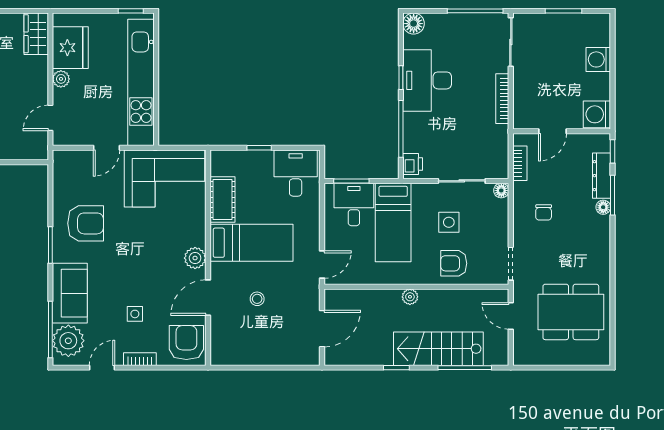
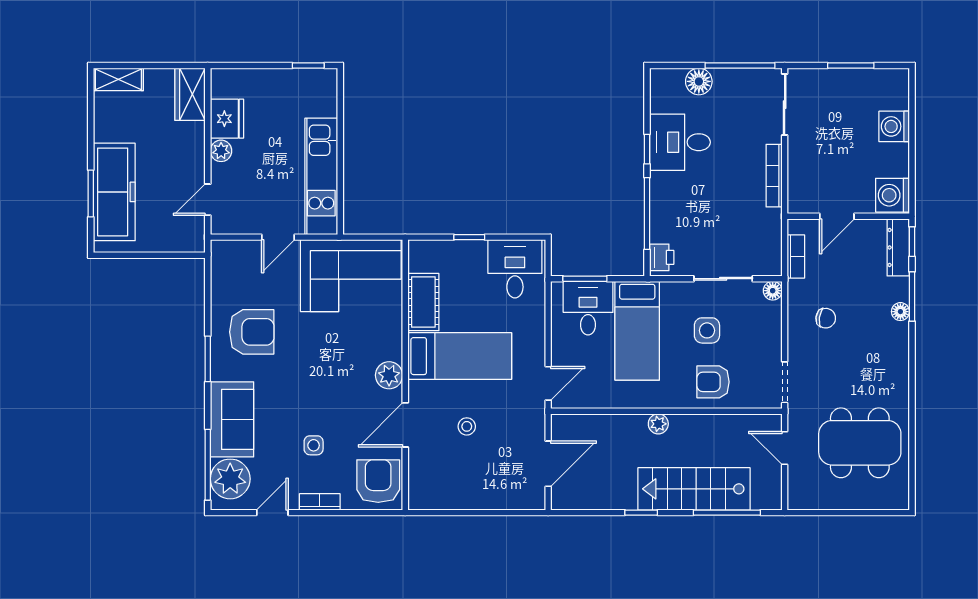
floor lamp: (414, 24) -> (699, 81), moved
fridge: (70, 48) -> (227, 119), width x0.73, depth x0.75
desk: (427, 80) -> (680, 142), width x0.73
kitchen unit: (141, 82) -> (321, 176), width x0.73
dresser: (601, 176) -> (898, 247), moved
chair: (544, 212) -> (826, 318), turned -82

